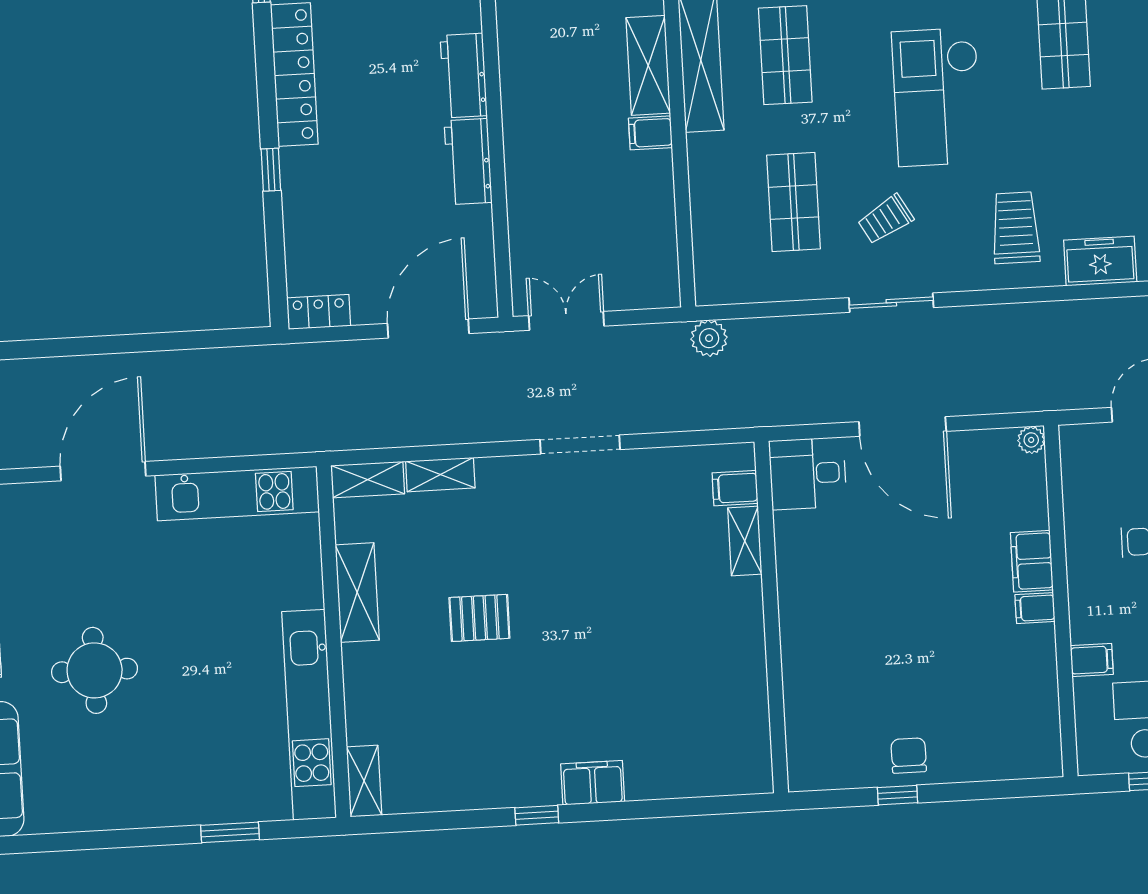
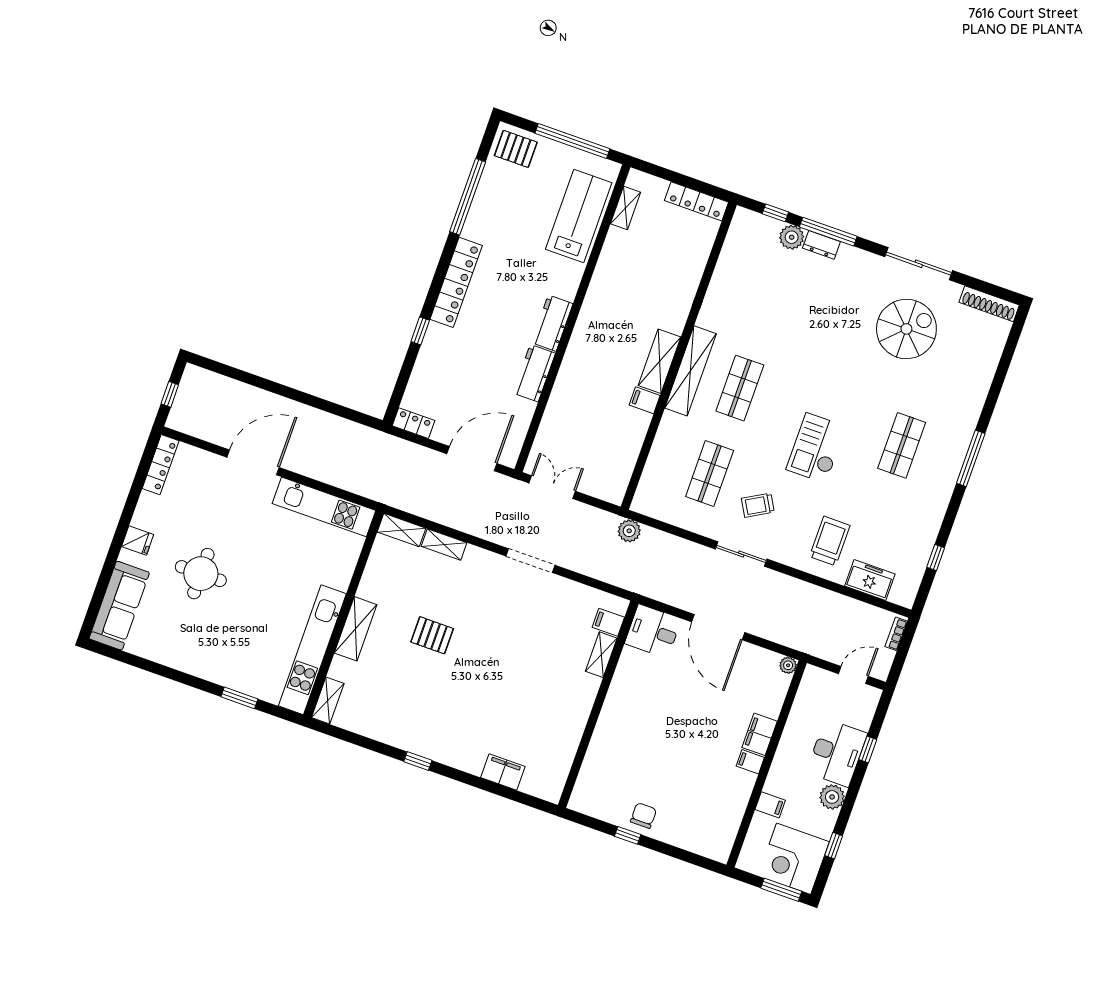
checkout: (937, 97) -> (816, 448), width x0.73, depth x0.83
shelving: (357, 592) -> (356, 629), moved
filing cabinet: (593, 783) -> (503, 772), moved

